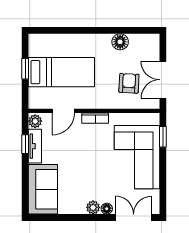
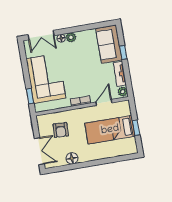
double door: (163, 80) -> (39, 151), moved
window: (25, 144) -> (123, 53), moved

